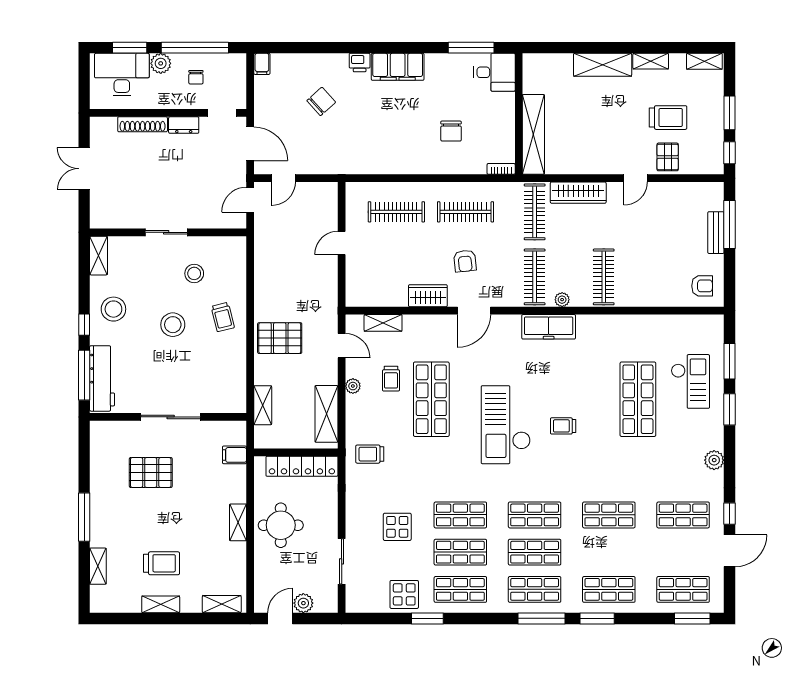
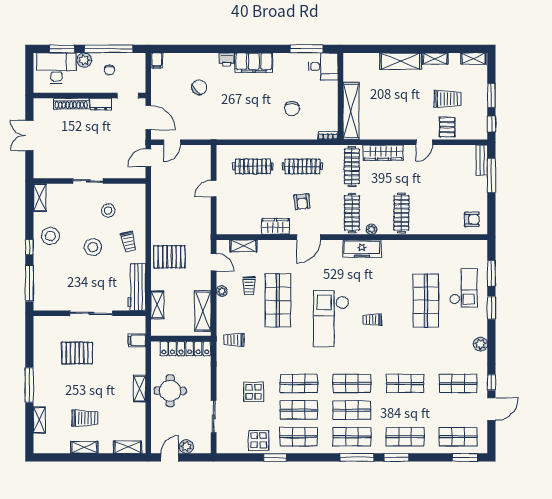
bench: (716, 233) -> (482, 160), moved
workbench: (102, 378) -> (137, 287), moved, turned 180

